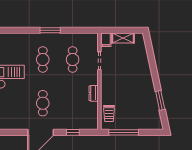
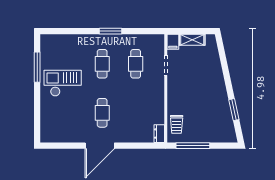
dresser: (94, 93) -> (159, 134), moved
window: (73, 132) -> (136, 146), removed

